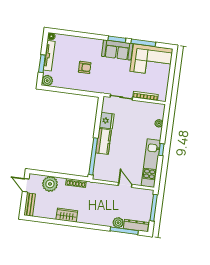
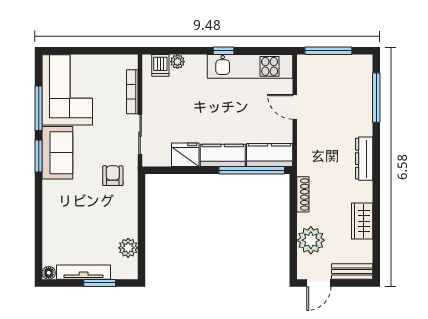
armchair: (85, 67) -> (113, 176), moved
plant: (47, 81) -> (128, 248), moved
dishwasher: (158, 114) -> (160, 65), added
kitchen counter: (100, 167) -> (270, 155), added
door: (125, 185) -> (295, 107), hinge flipped
wardrobe: (67, 215) -> (362, 221), moved
plant: (118, 223) -> (363, 110), removed
dresser: (136, 226) -> (364, 159), moved

